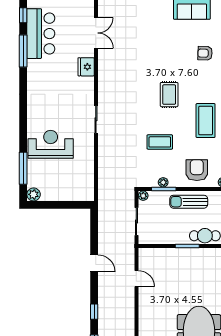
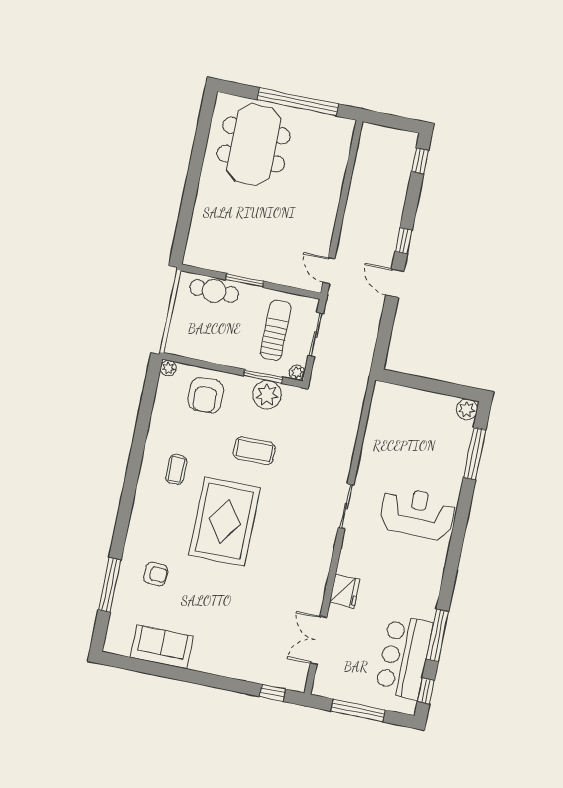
rug: (169, 95) -> (225, 521), width x1.86, depth x2.06
coffee table: (206, 121) -> (176, 469), width x0.54, depth x0.58
reception desk: (51, 144) -> (417, 513), moved, turned 180
plant: (163, 182) -> (267, 395), width x1.87, depth x1.87
sun lounger: (189, 202) -> (276, 330), moved, turned -90
door: (136, 279) -> (329, 271), moved
window: (94, 312) -> (404, 241), moved

